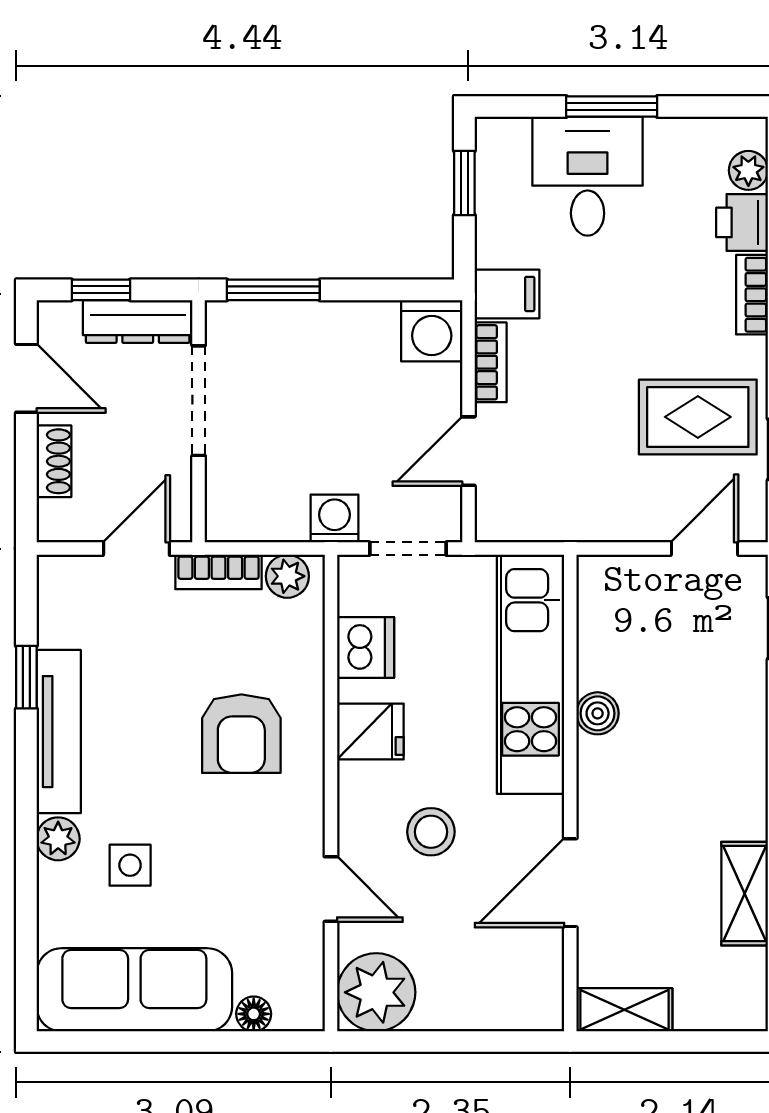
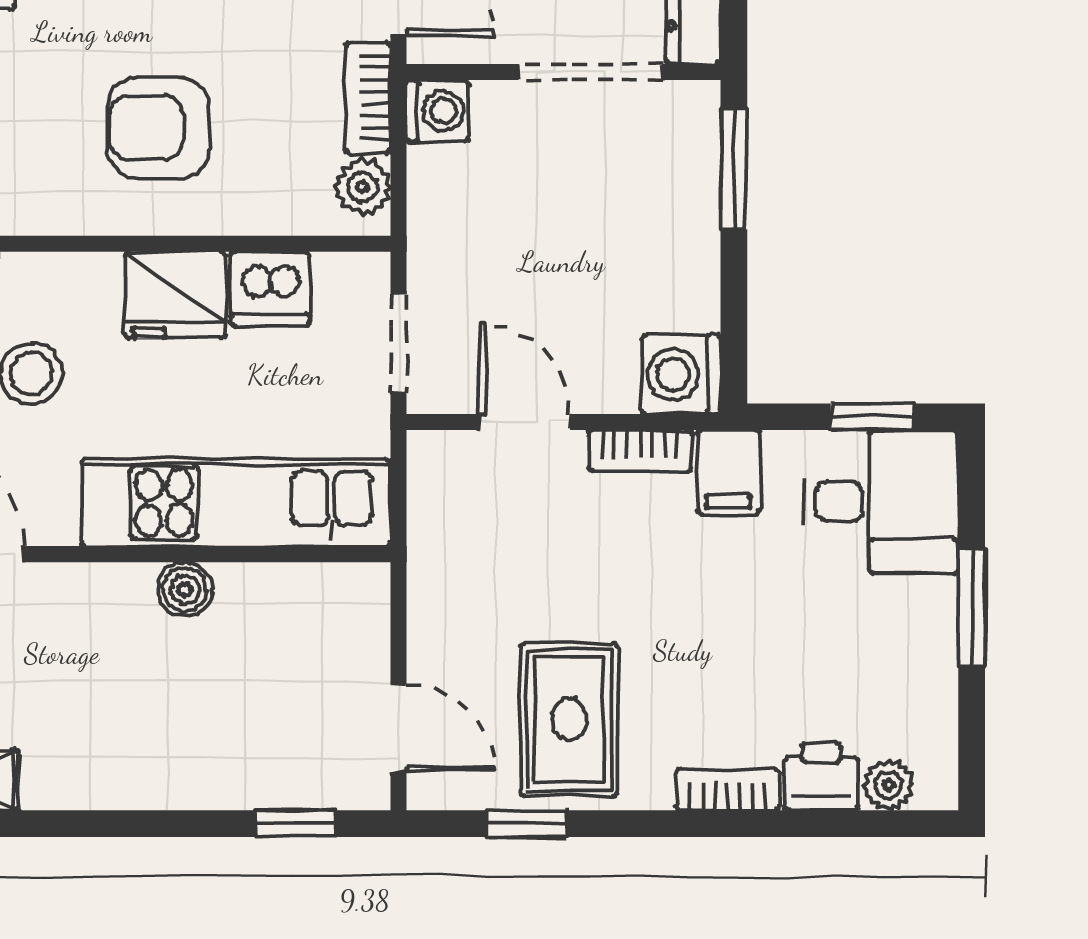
desk: (588, 176) -> (881, 502), moved
washing machine: (335, 519) -> (437, 111), moved
fridge: (370, 732) -> (175, 295), width x1.38

